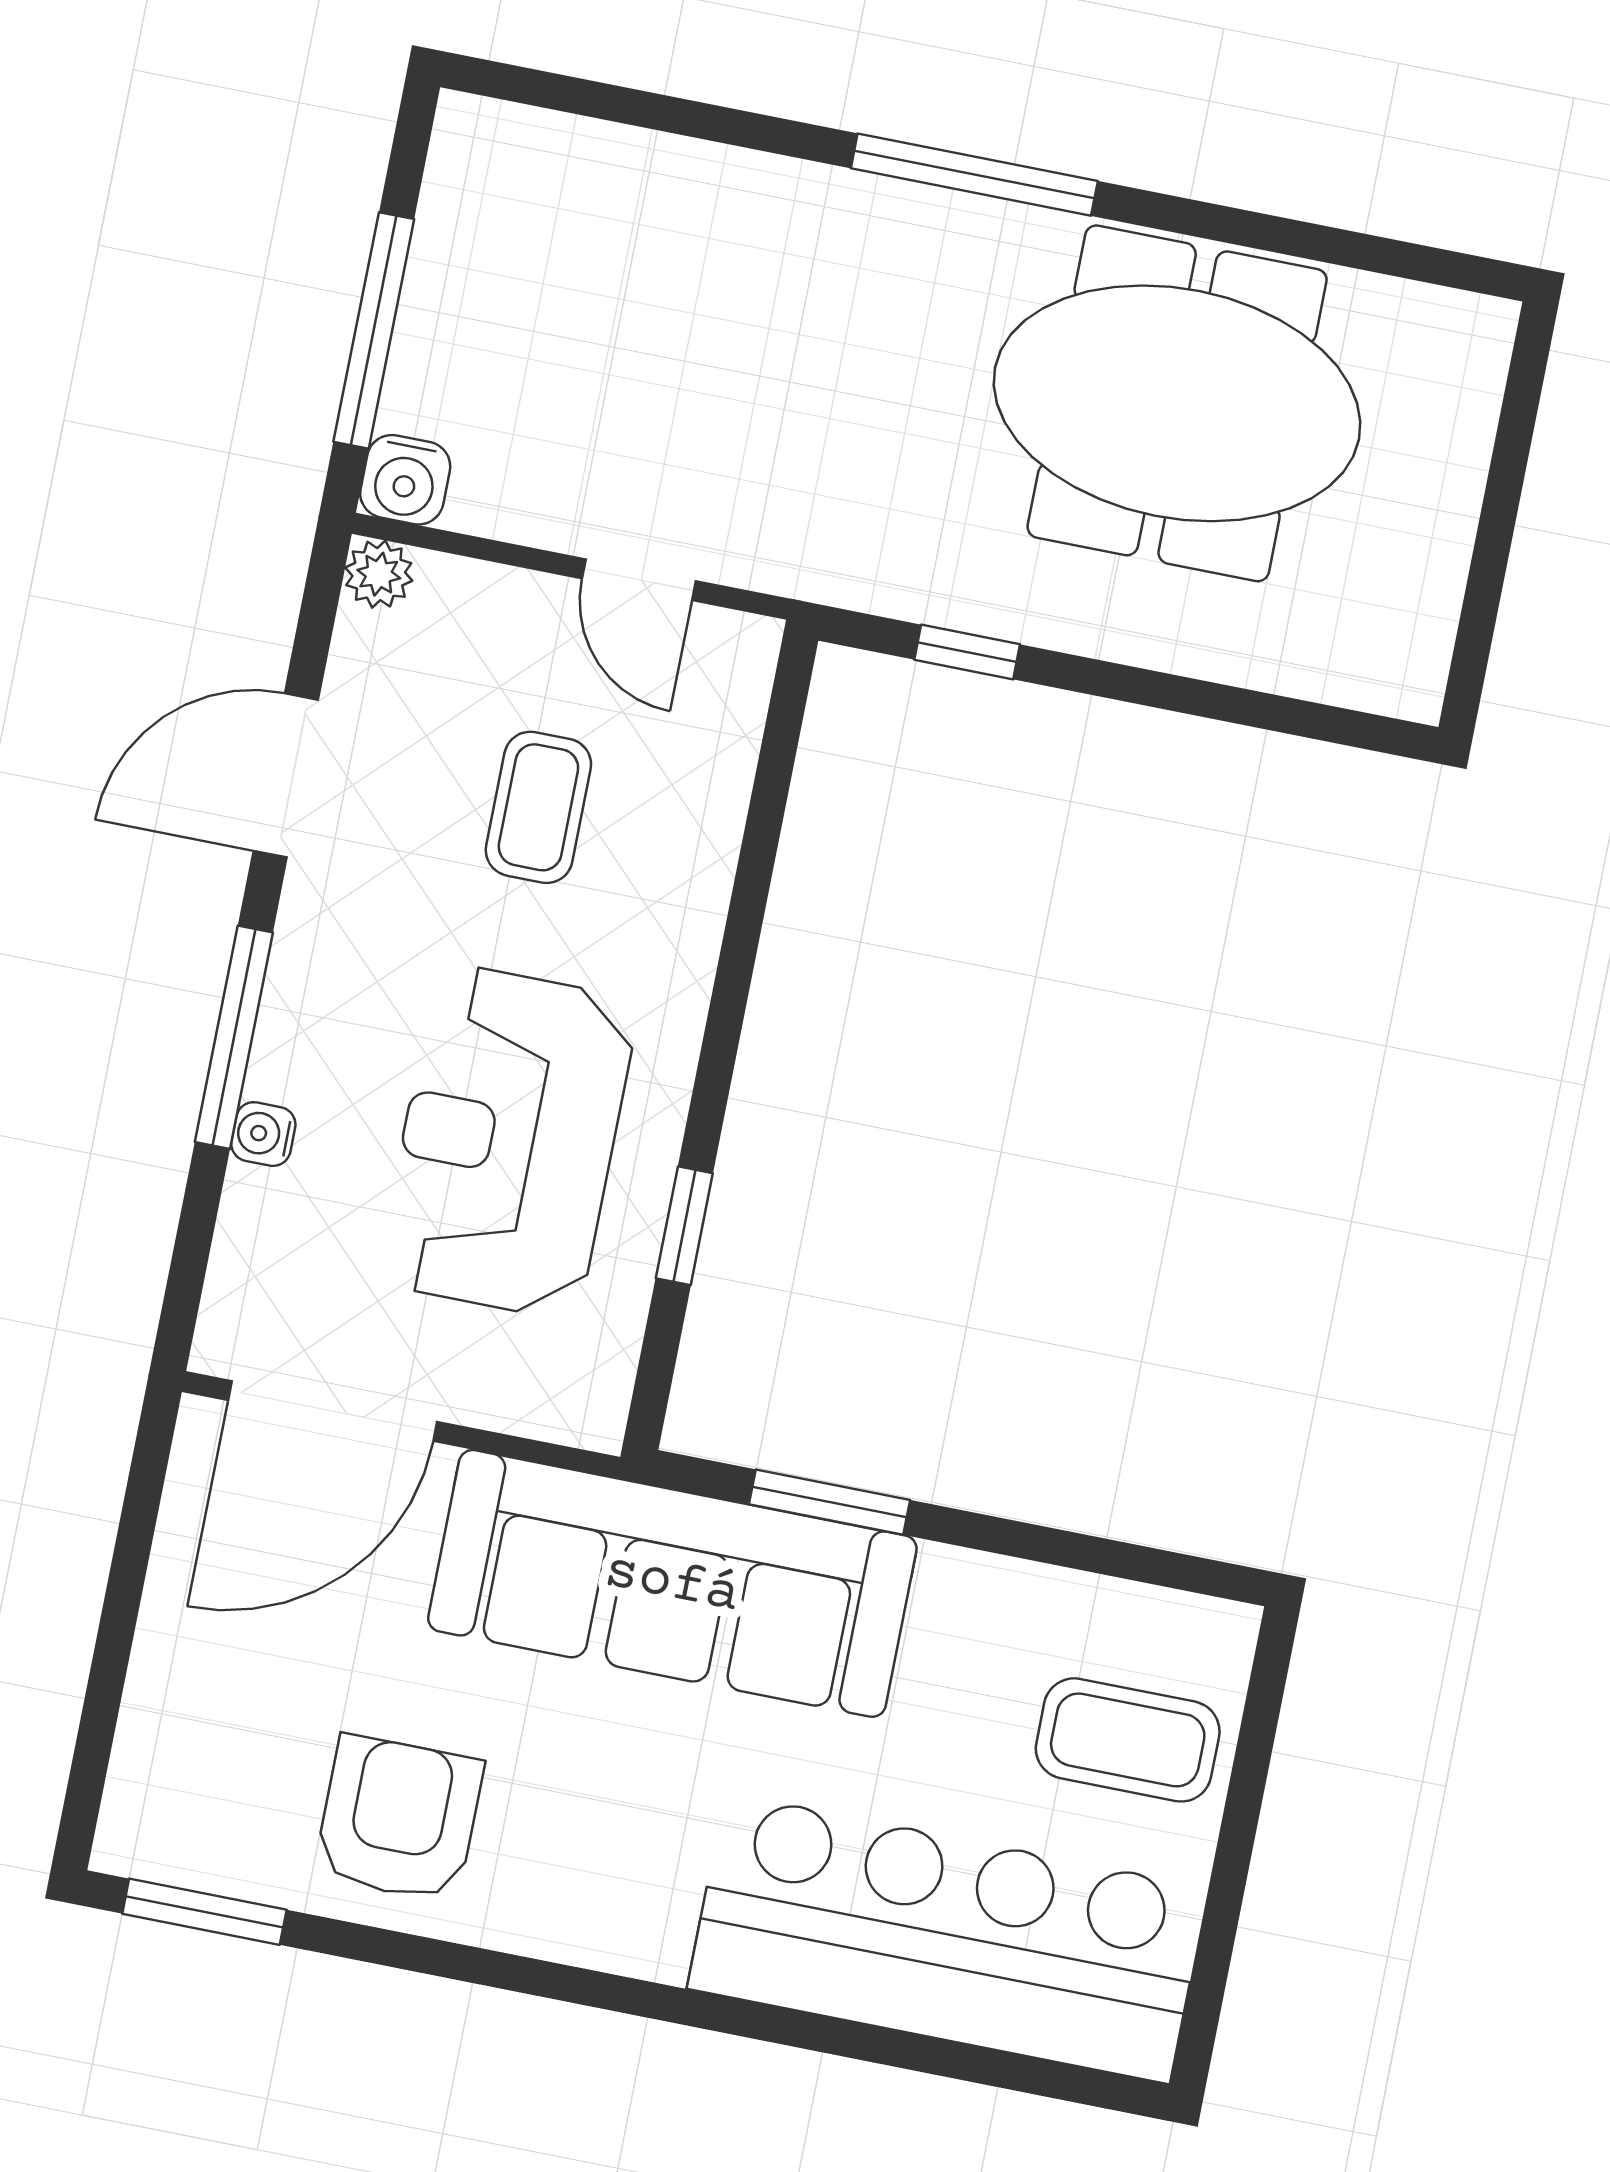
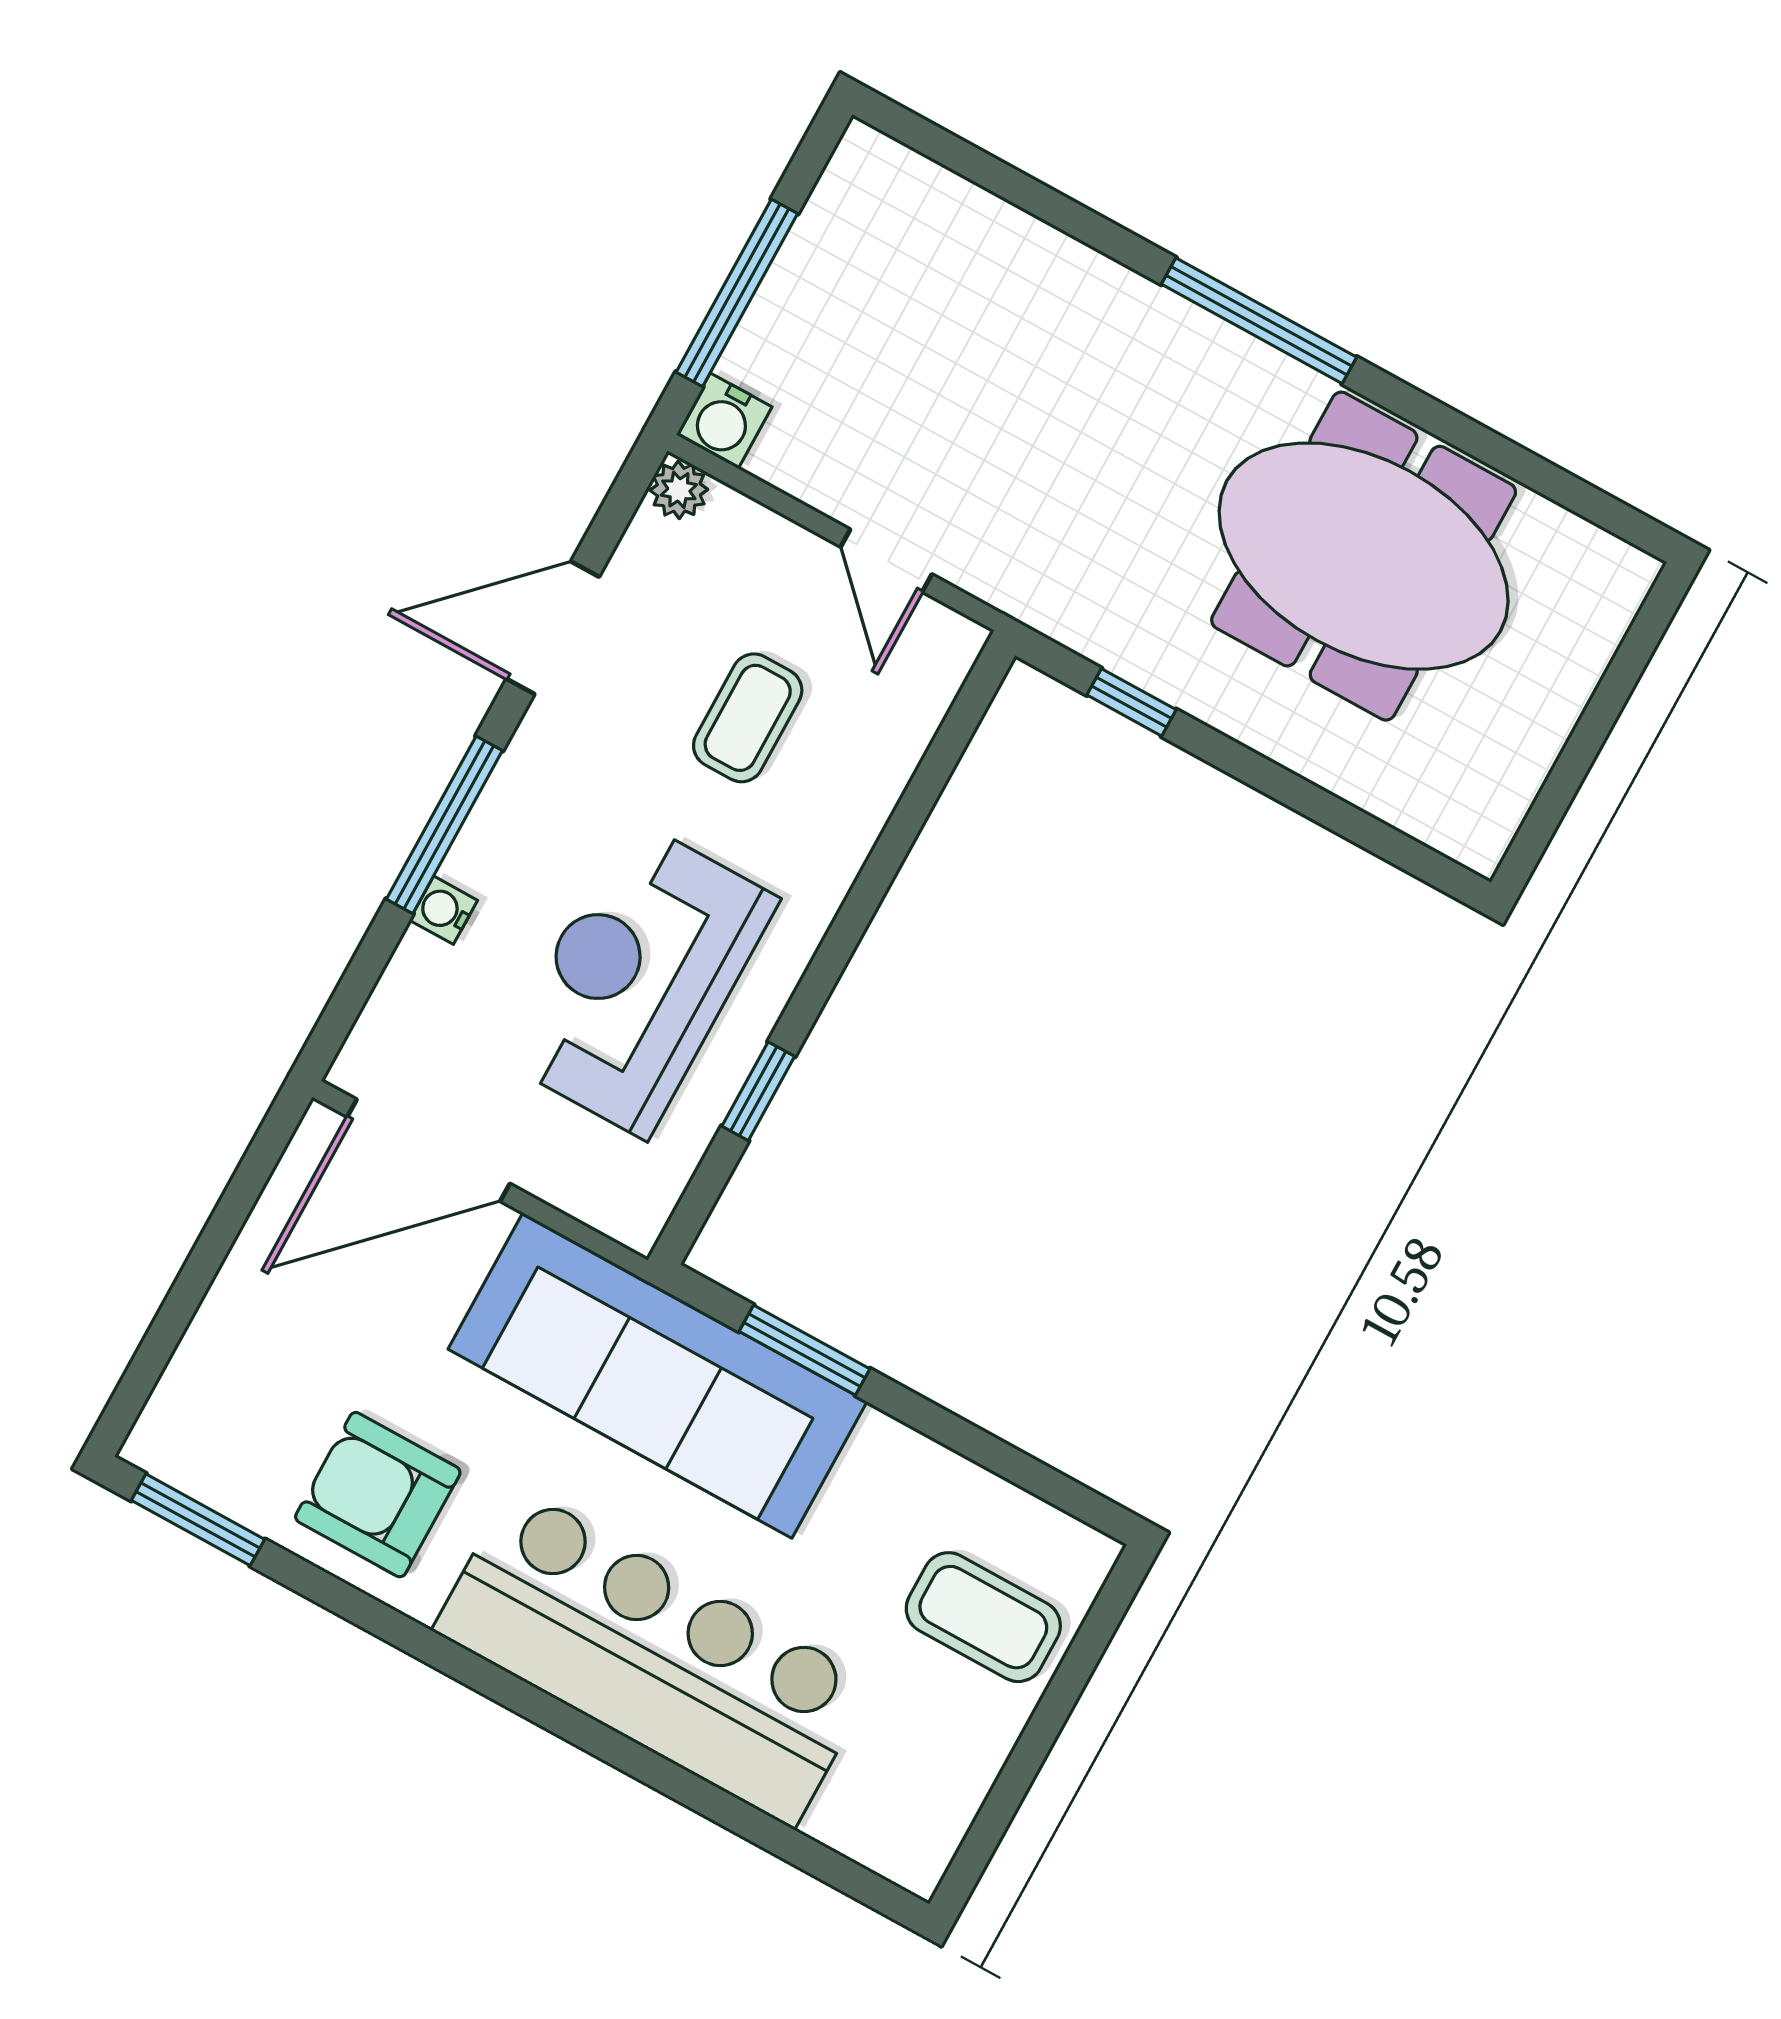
armchair: (399, 1819) -> (378, 1495), turned -90
bar counter: (948, 1938) -> (653, 1656), moved

